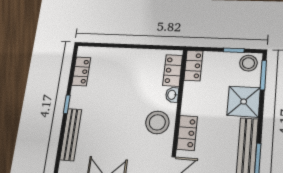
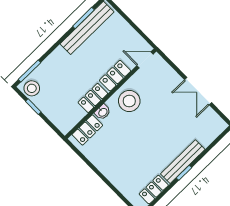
locker: (193, 66) -> (93, 98), moved
shower: (244, 102) -> (59, 64), removed
bench: (71, 135) -> (183, 162), moved

